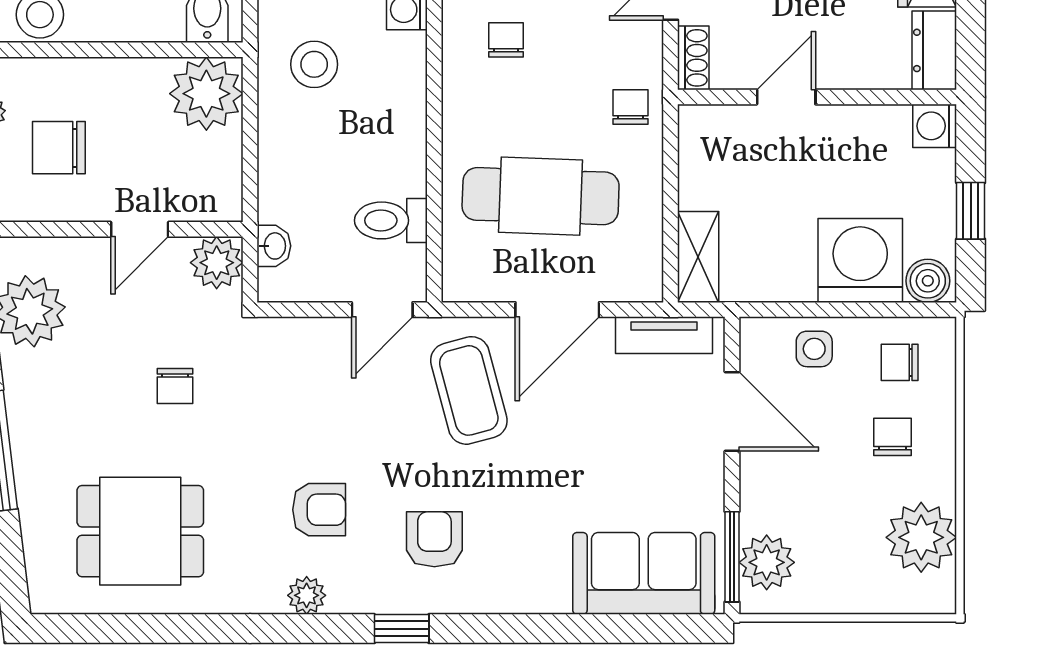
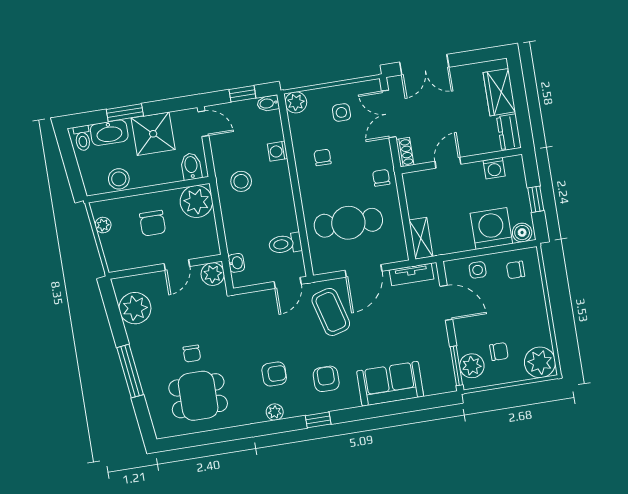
washing machine: (935, 126) -> (494, 168), moved, turned -90
chair: (59, 148) -> (153, 223), moved, turned -90
chair: (175, 386) -> (192, 354), moved
chair: (893, 437) -> (499, 352), moved, turned 90
plant: (921, 537) -> (540, 362), moved
sofa: (644, 573) -> (390, 384), moved

